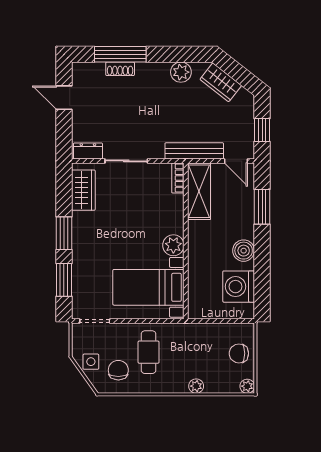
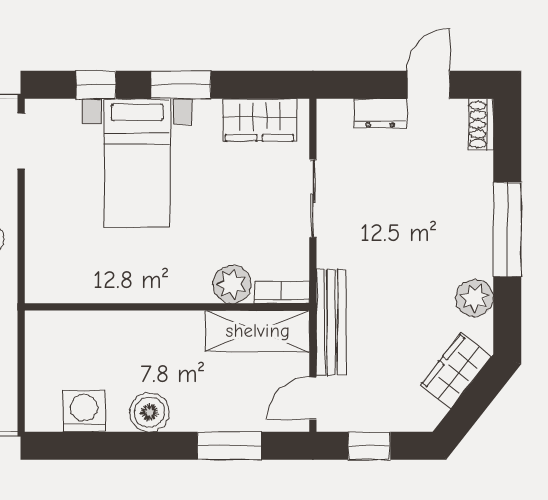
window: (120, 54) -> (507, 229), moved
shoe rack: (120, 69) -> (481, 125), moved
dresser: (88, 151) -> (380, 113), moved, turned 90
plant: (173, 245) -> (232, 284), moved
window: (64, 280) -> (96, 85), width x0.67
bed with nightstands: (148, 287) -> (137, 163), moved, turned 180
washing machine: (239, 287) -> (84, 411), width x0.73, depth x0.73

